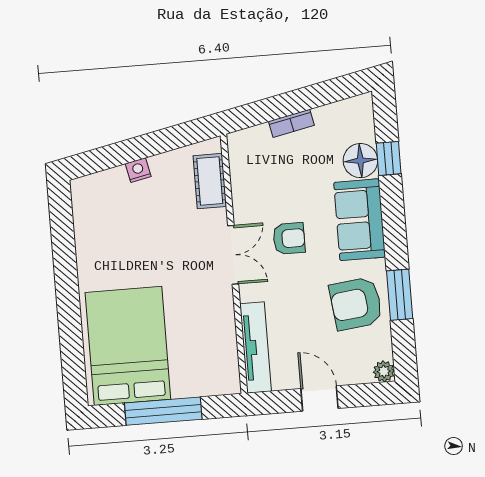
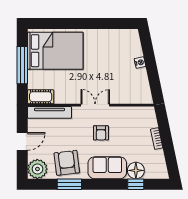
cot: (210, 181) -> (41, 97), moved
double door: (233, 255) -> (95, 105), swing flipped
plant: (384, 371) -> (37, 169), width x1.88, depth x1.88

